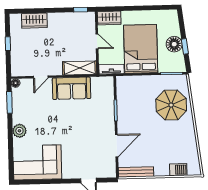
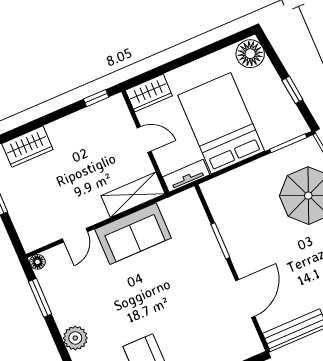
floor lamp: (174, 44) -> (250, 54), moved

